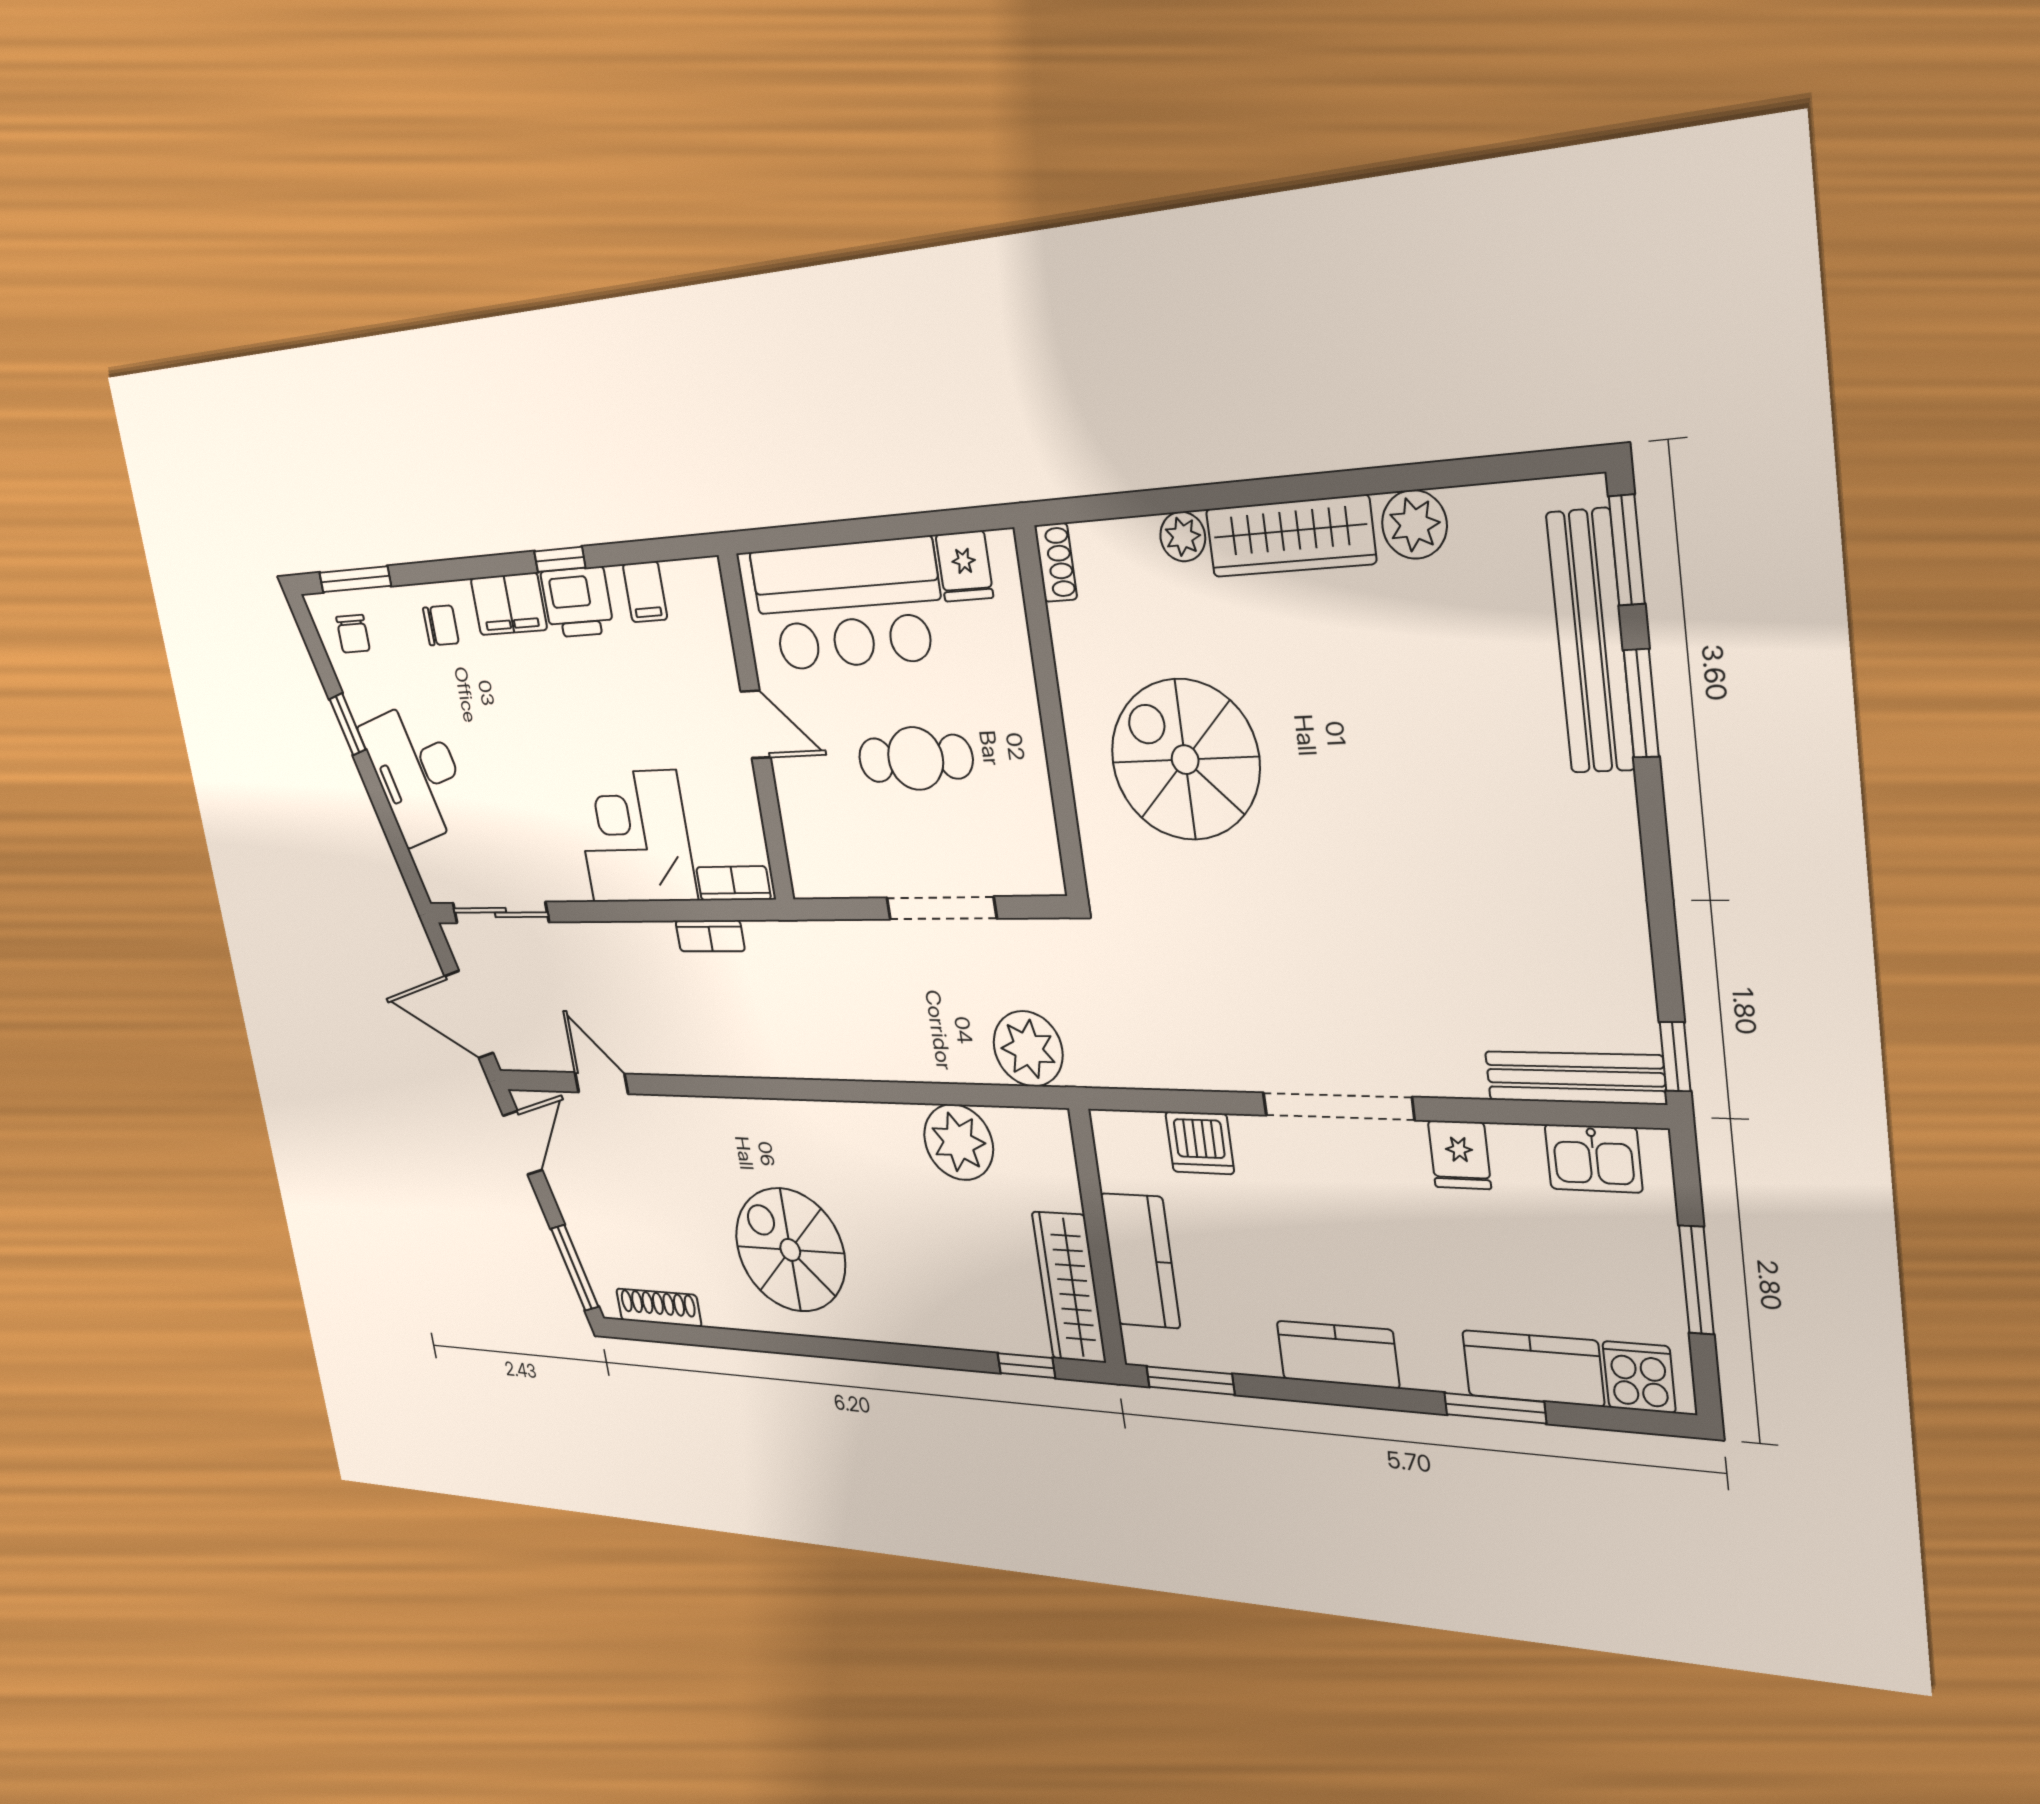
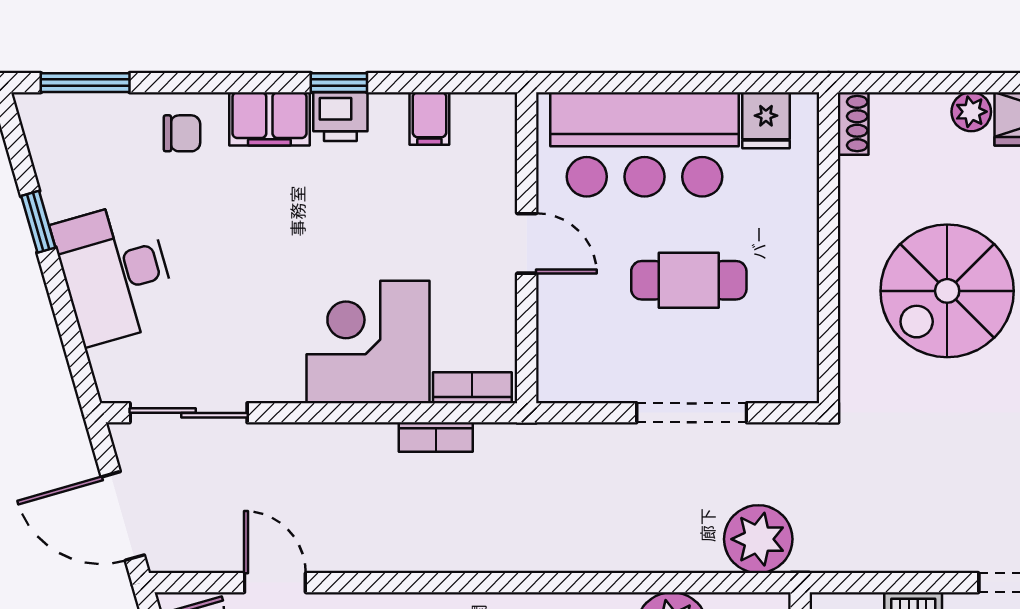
printer: (577, 602) -> (340, 117), width x0.73, depth x0.81
chair: (353, 634) -> (69, 134), removed
spiral stairs: (1185, 760) -> (947, 291), turned -90

